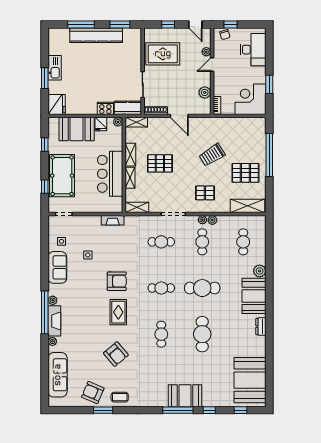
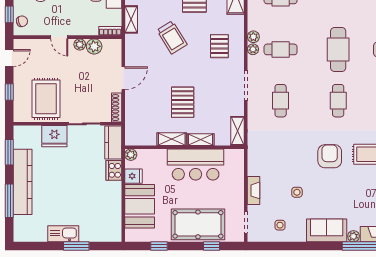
plant: (206, 52) -> (80, 44), moved
fridge: (57, 104) -> (54, 136), moved, turned 180
shelving: (136, 122) -> (131, 19), moved
fireplace: (113, 220) -> (254, 190), moved
sofa: (57, 267) -> (327, 230), moved

